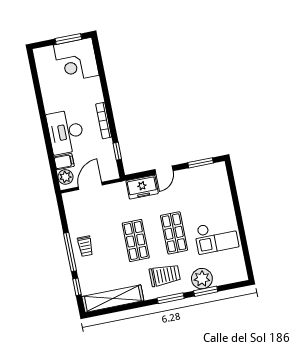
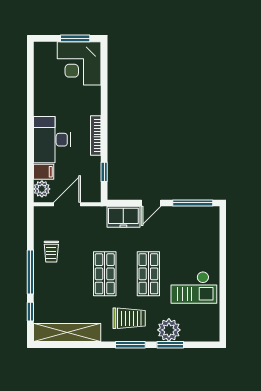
window: (201, 163) -> (193, 203), width x1.44
trolley: (85, 246) -> (51, 252), moved

